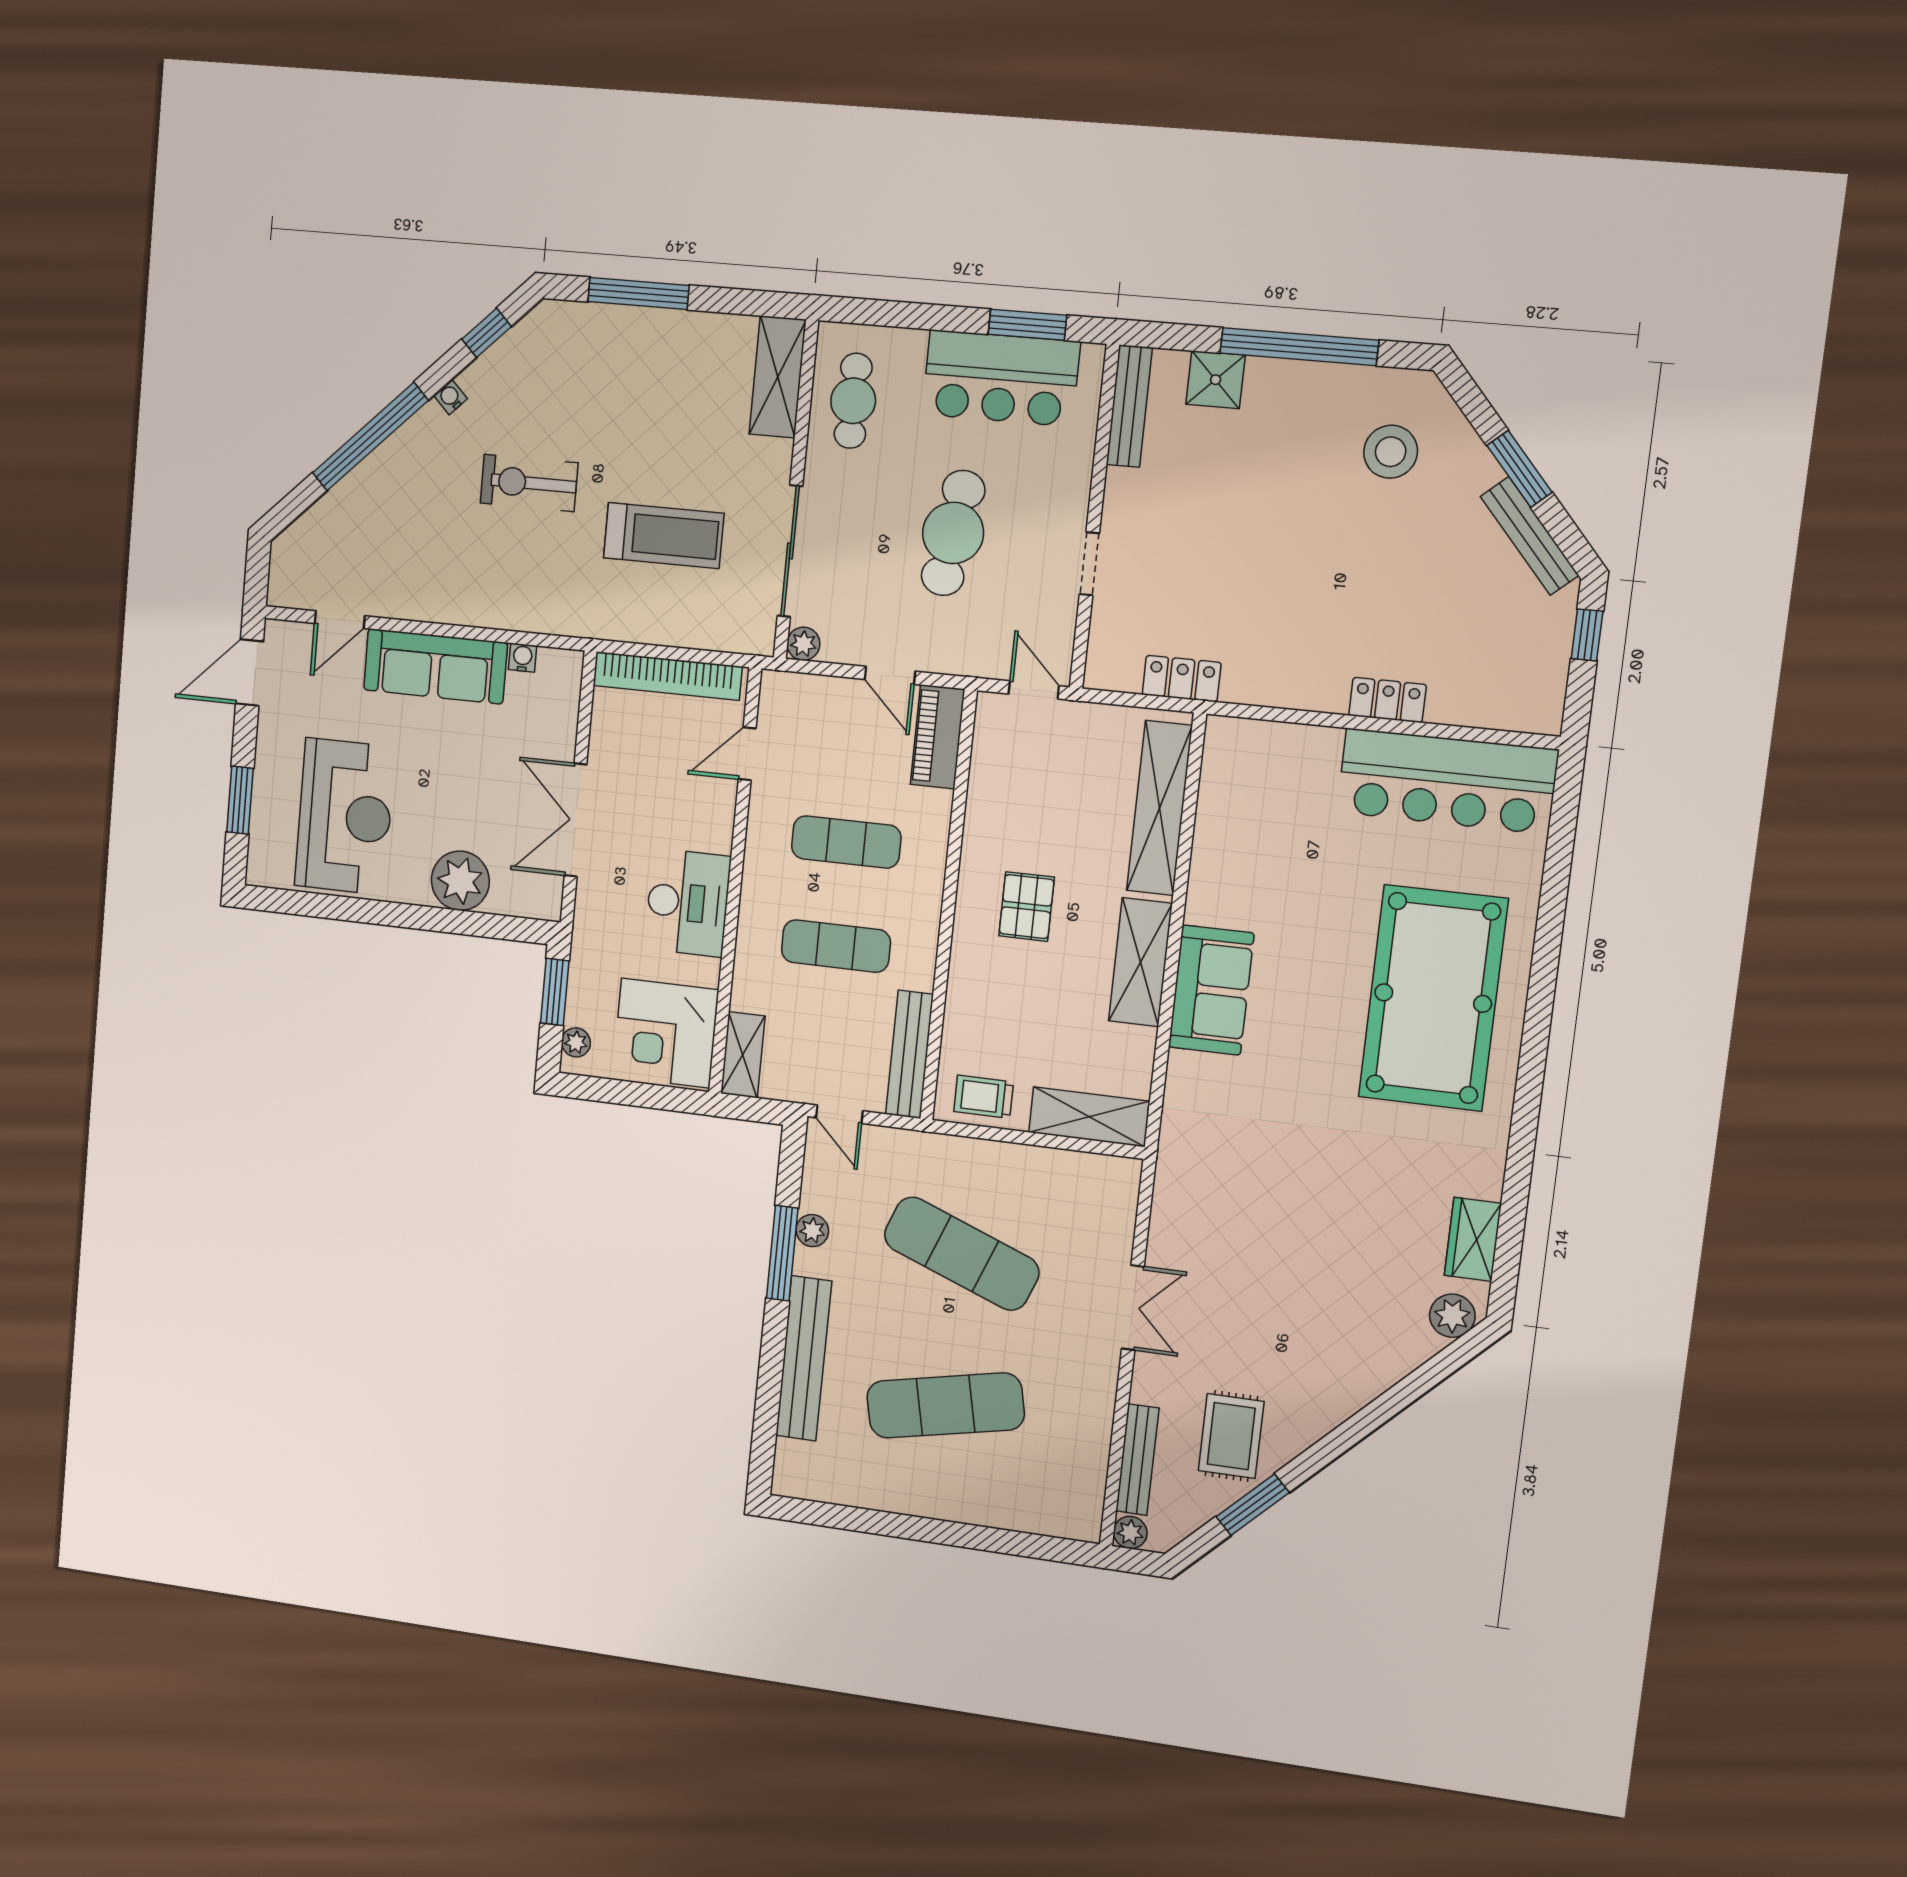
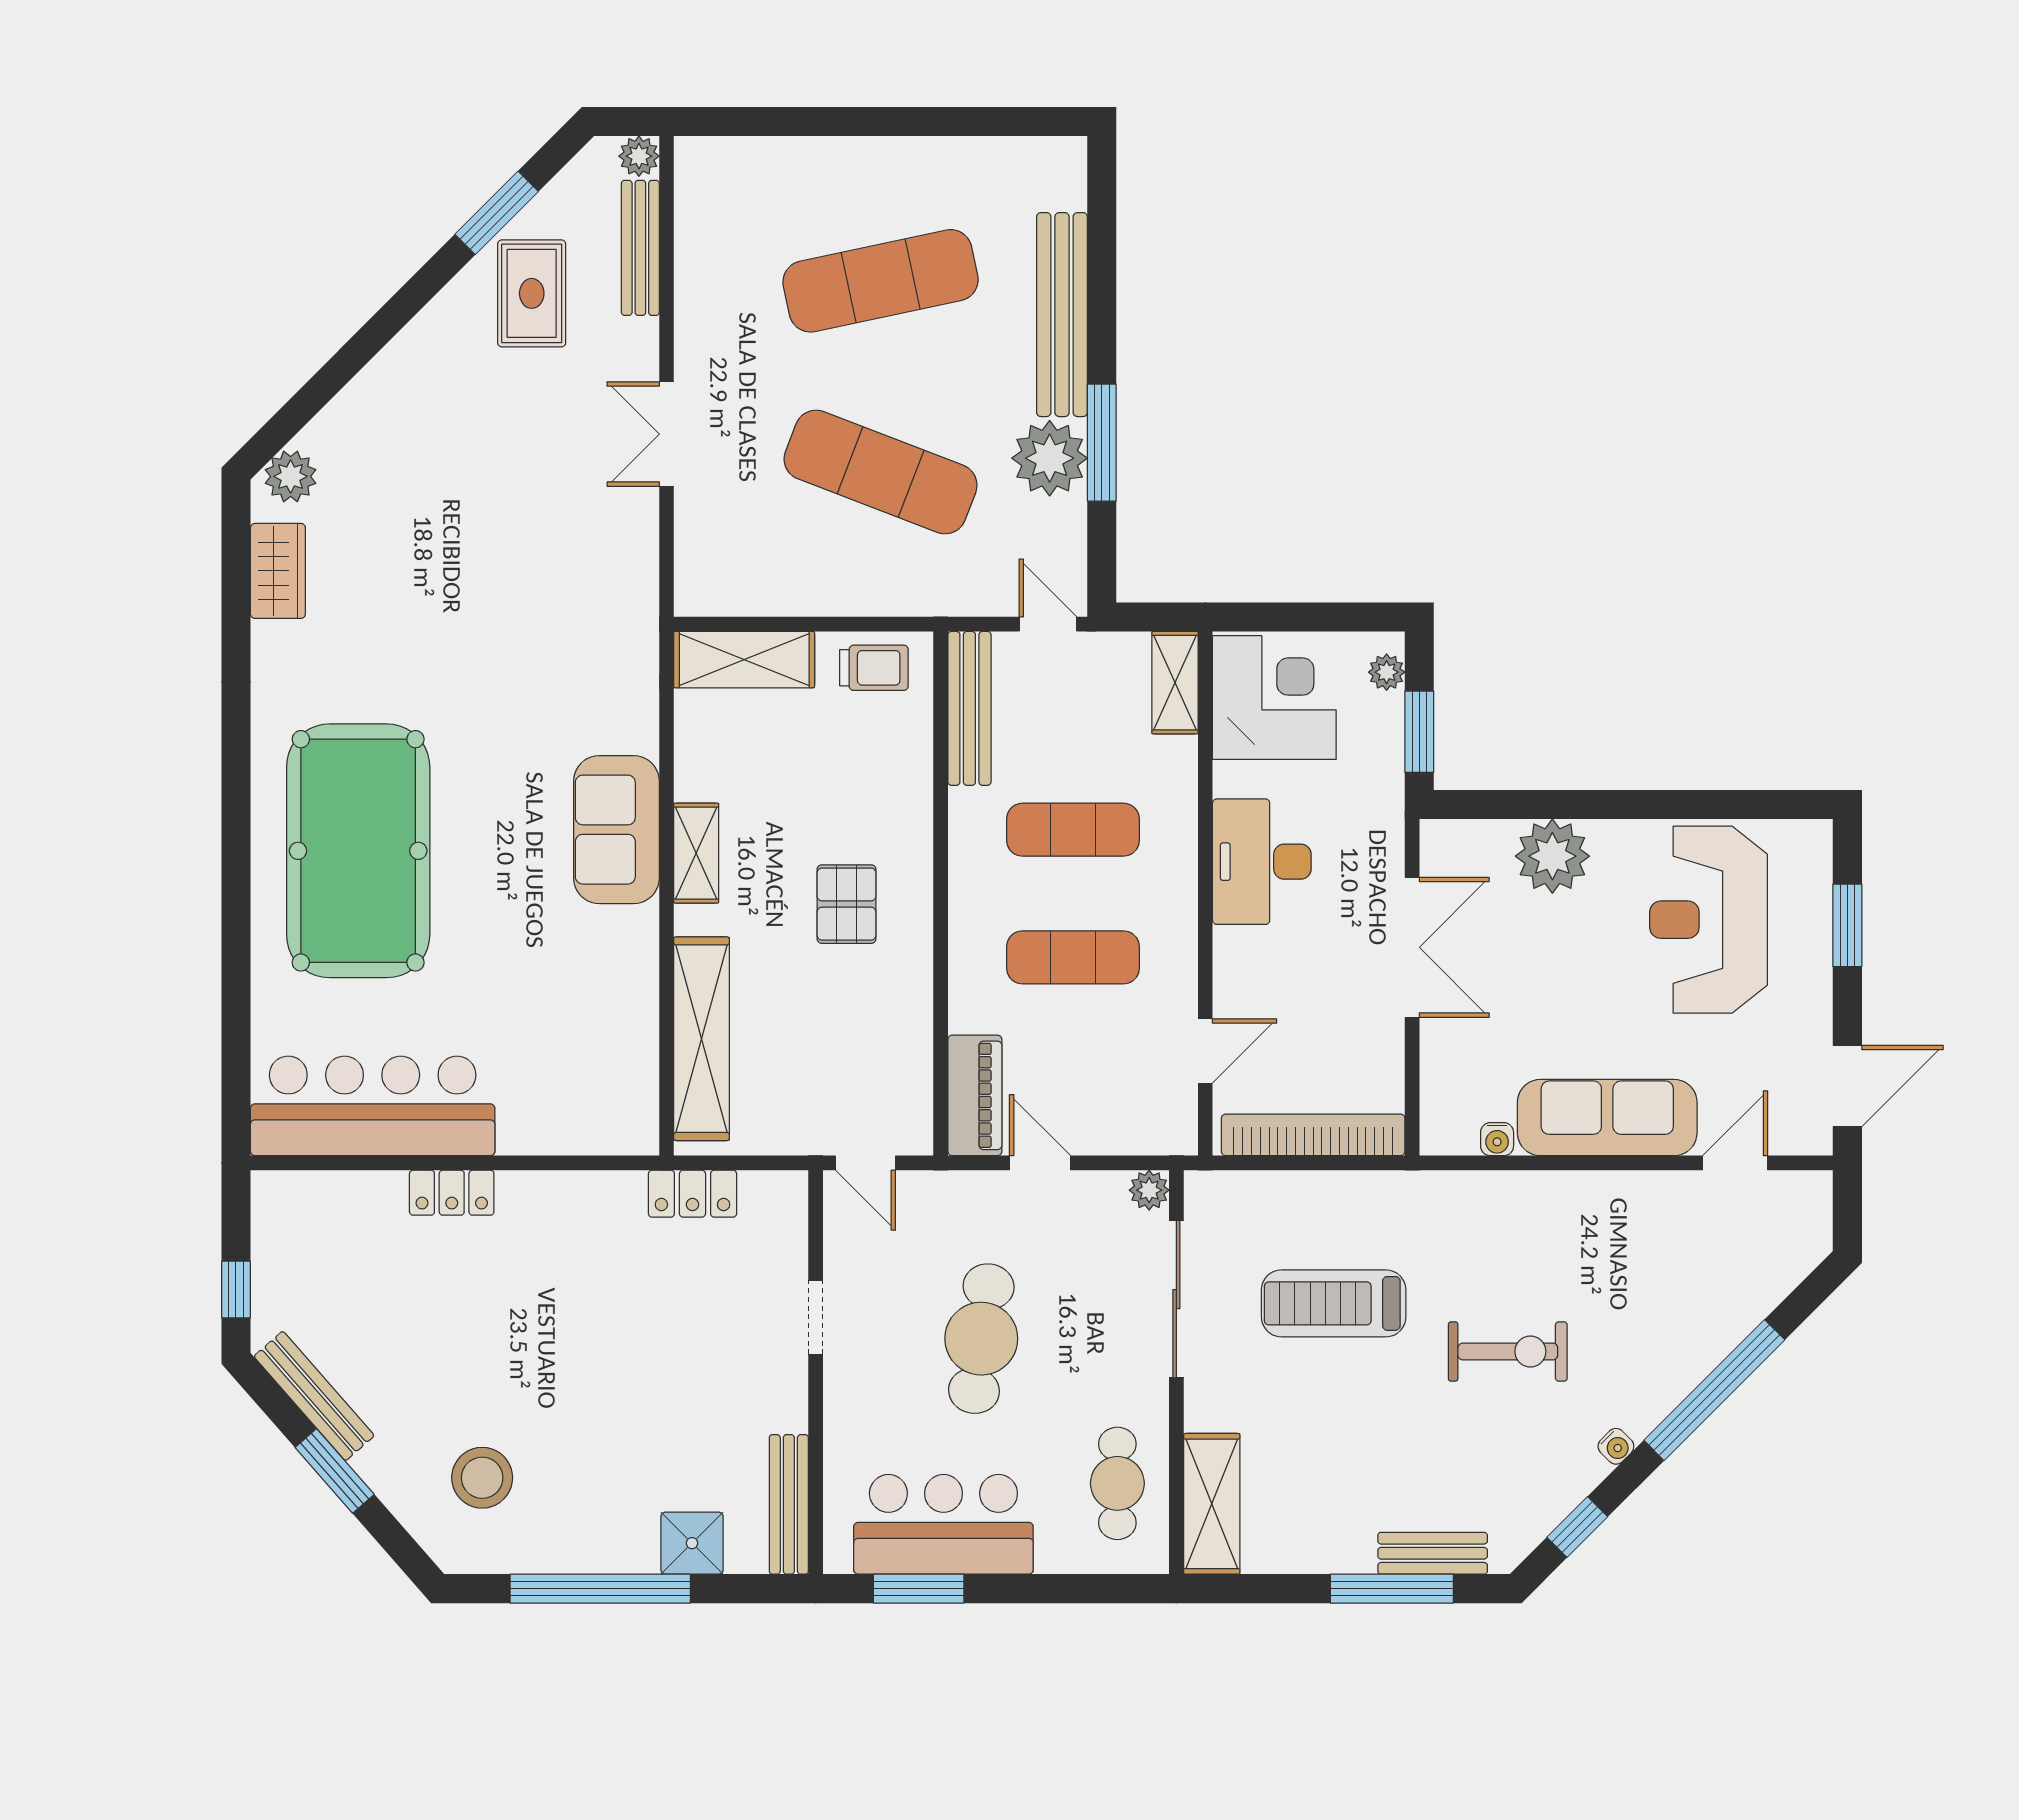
bench: (603, 321) -> (1433, 1553), added
shelving: (1140, 962) -> (696, 853), width x0.67, depth x0.75
plant: (812, 1231) -> (1050, 458), width x1.88, depth x1.88

